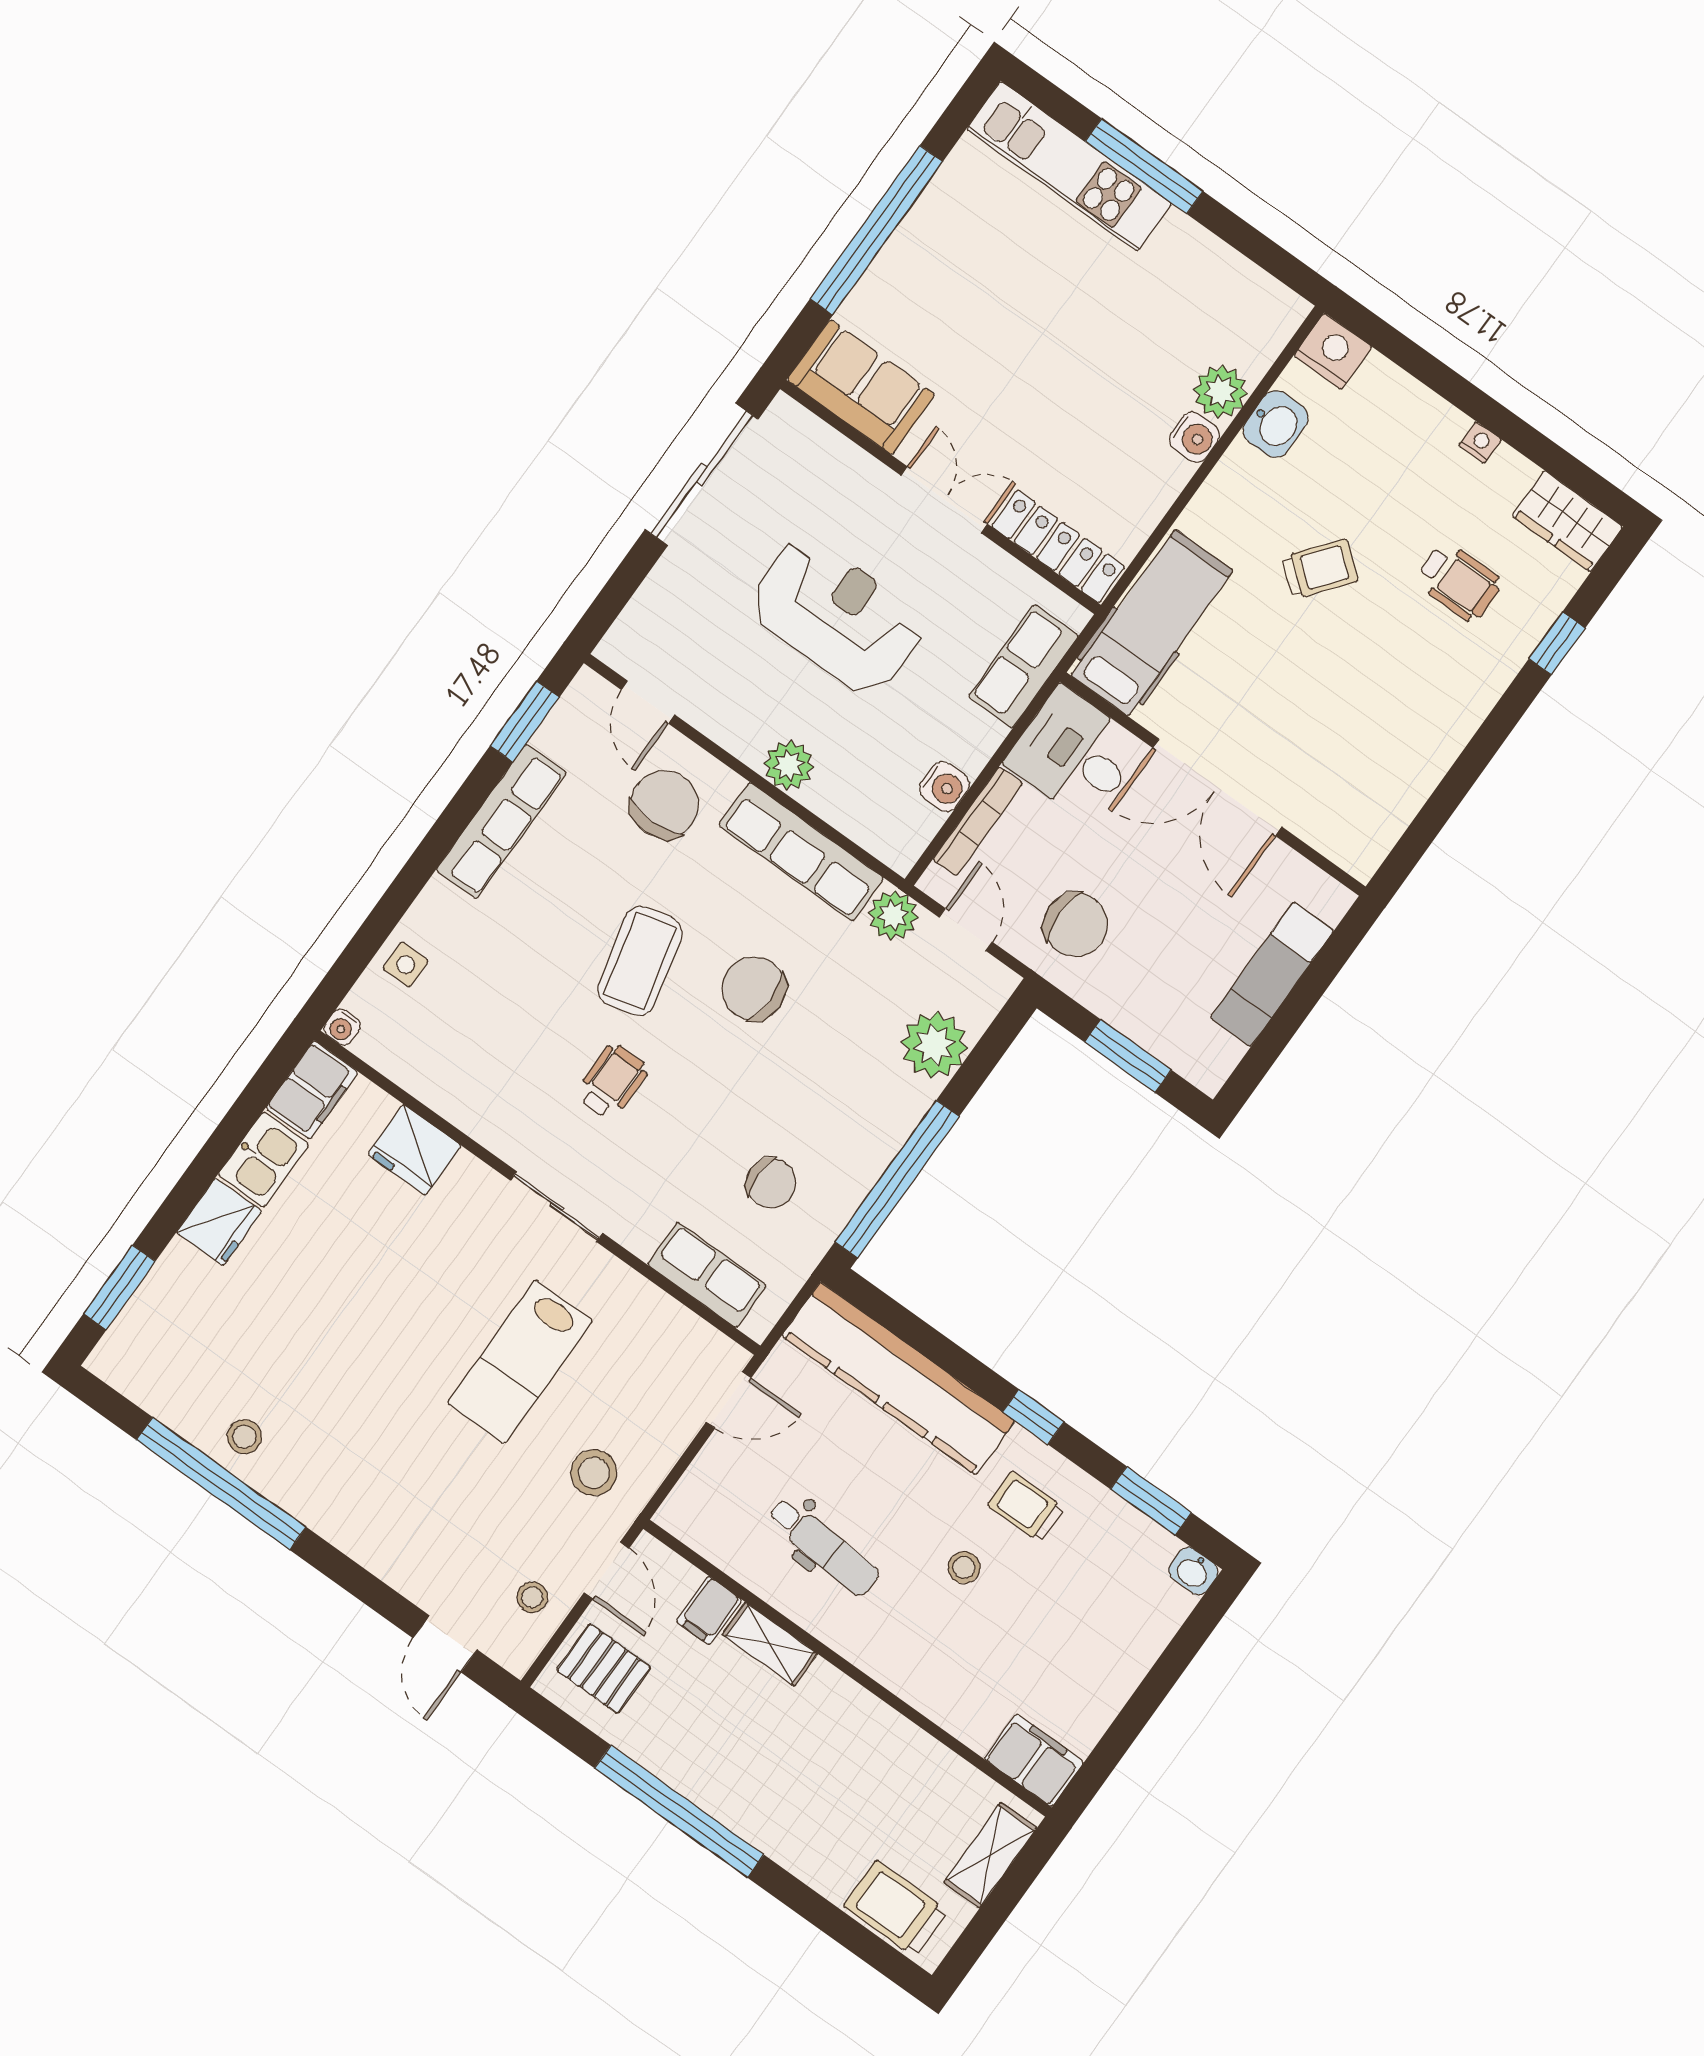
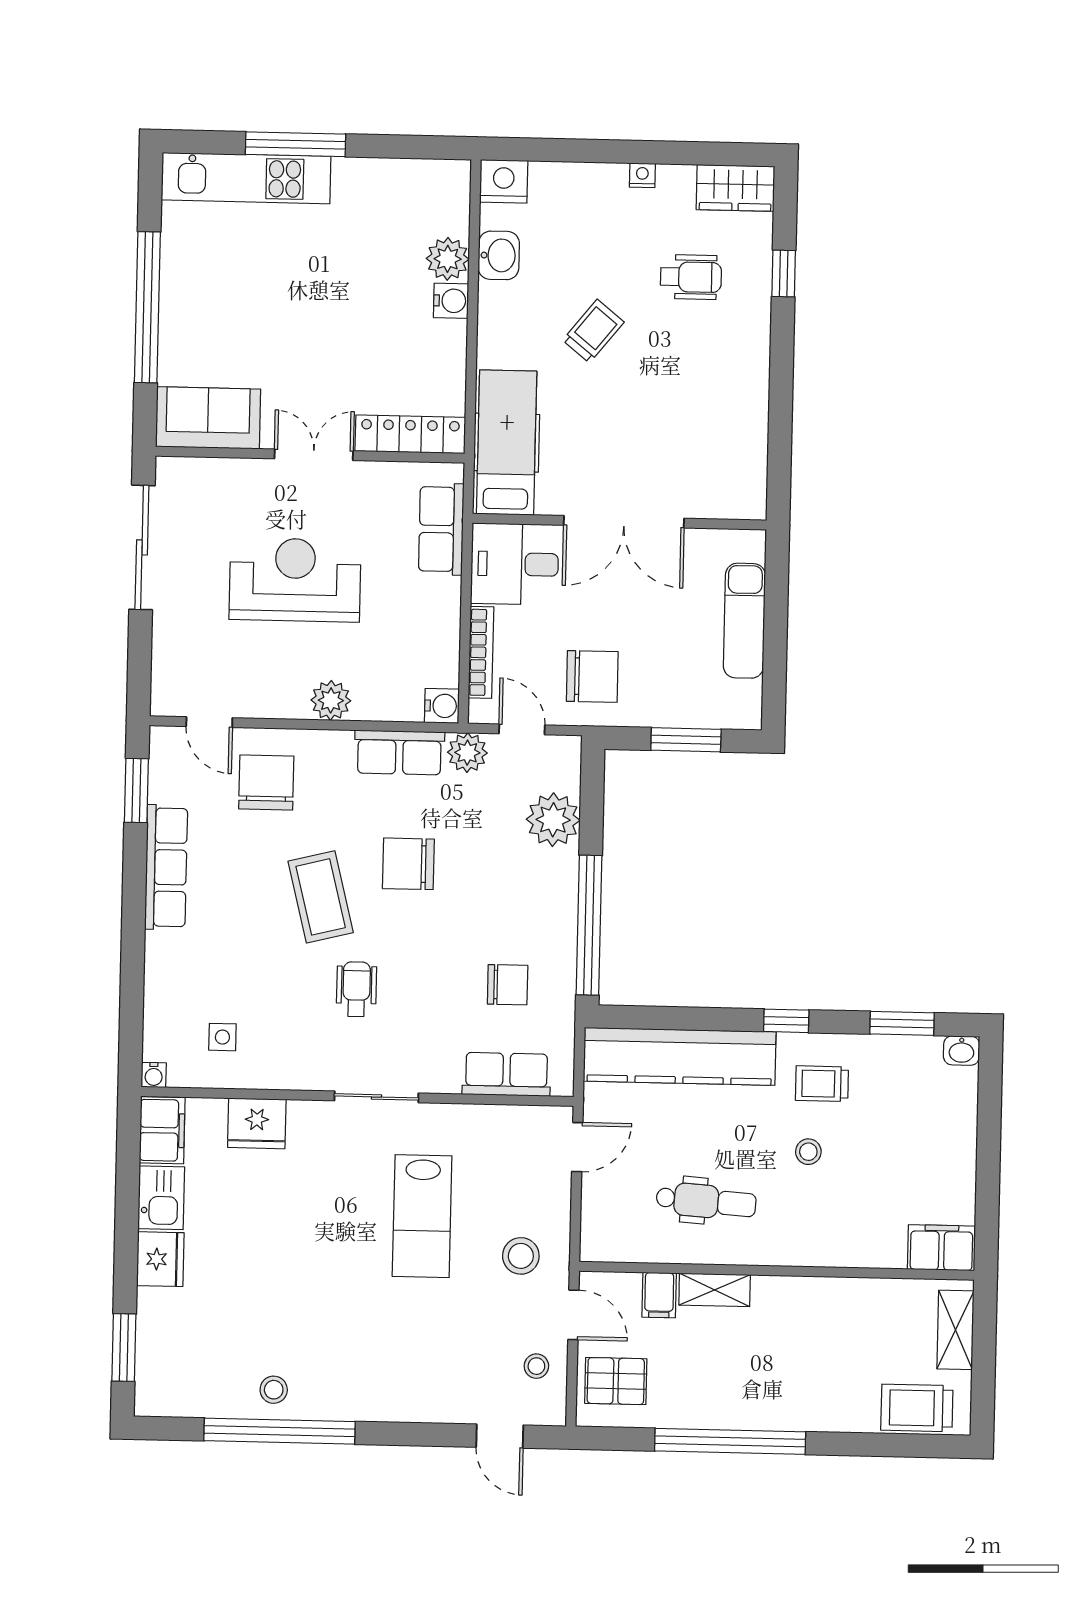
water cooler: (944, 787) -> (442, 706), moved
row of seats: (801, 852) -> (399, 752), width x0.68
side table: (406, 965) -> (222, 1037), moved

